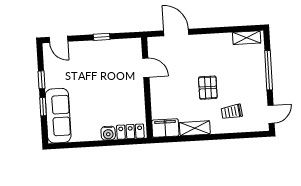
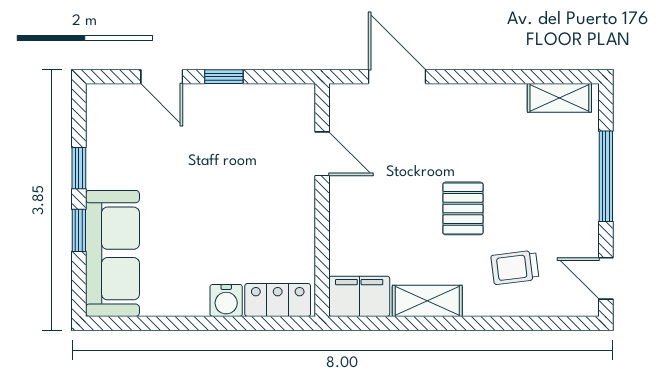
door: (59, 39) -> (162, 77), moved
door: (271, 114) -> (606, 278), swing flipped

